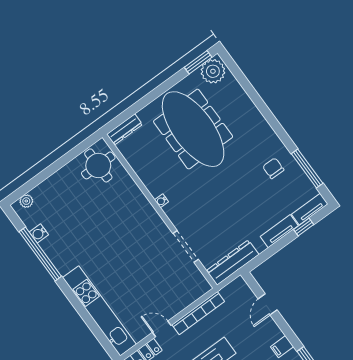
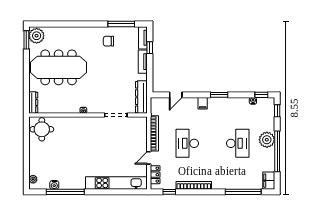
door: (268, 304) -> (176, 95), hinge flipped

